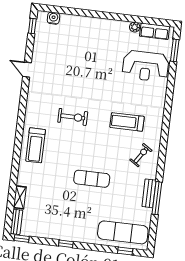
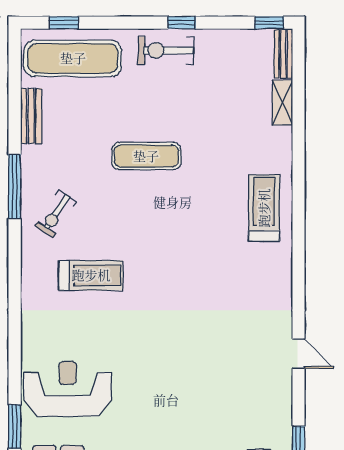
exercise bike: (73, 117) -> (166, 51), moved
bench: (149, 193) -> (31, 116), moved
window: (157, 198) -> (15, 186), moved

